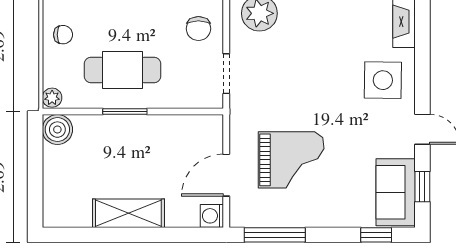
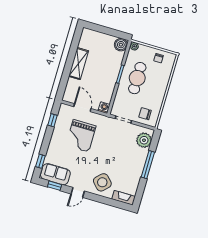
side table: (383, 80) -> (102, 182), turned 45
washing machine: (212, 216) -> (104, 108), moved
window: (275, 235) -> (52, 120), width x0.46

